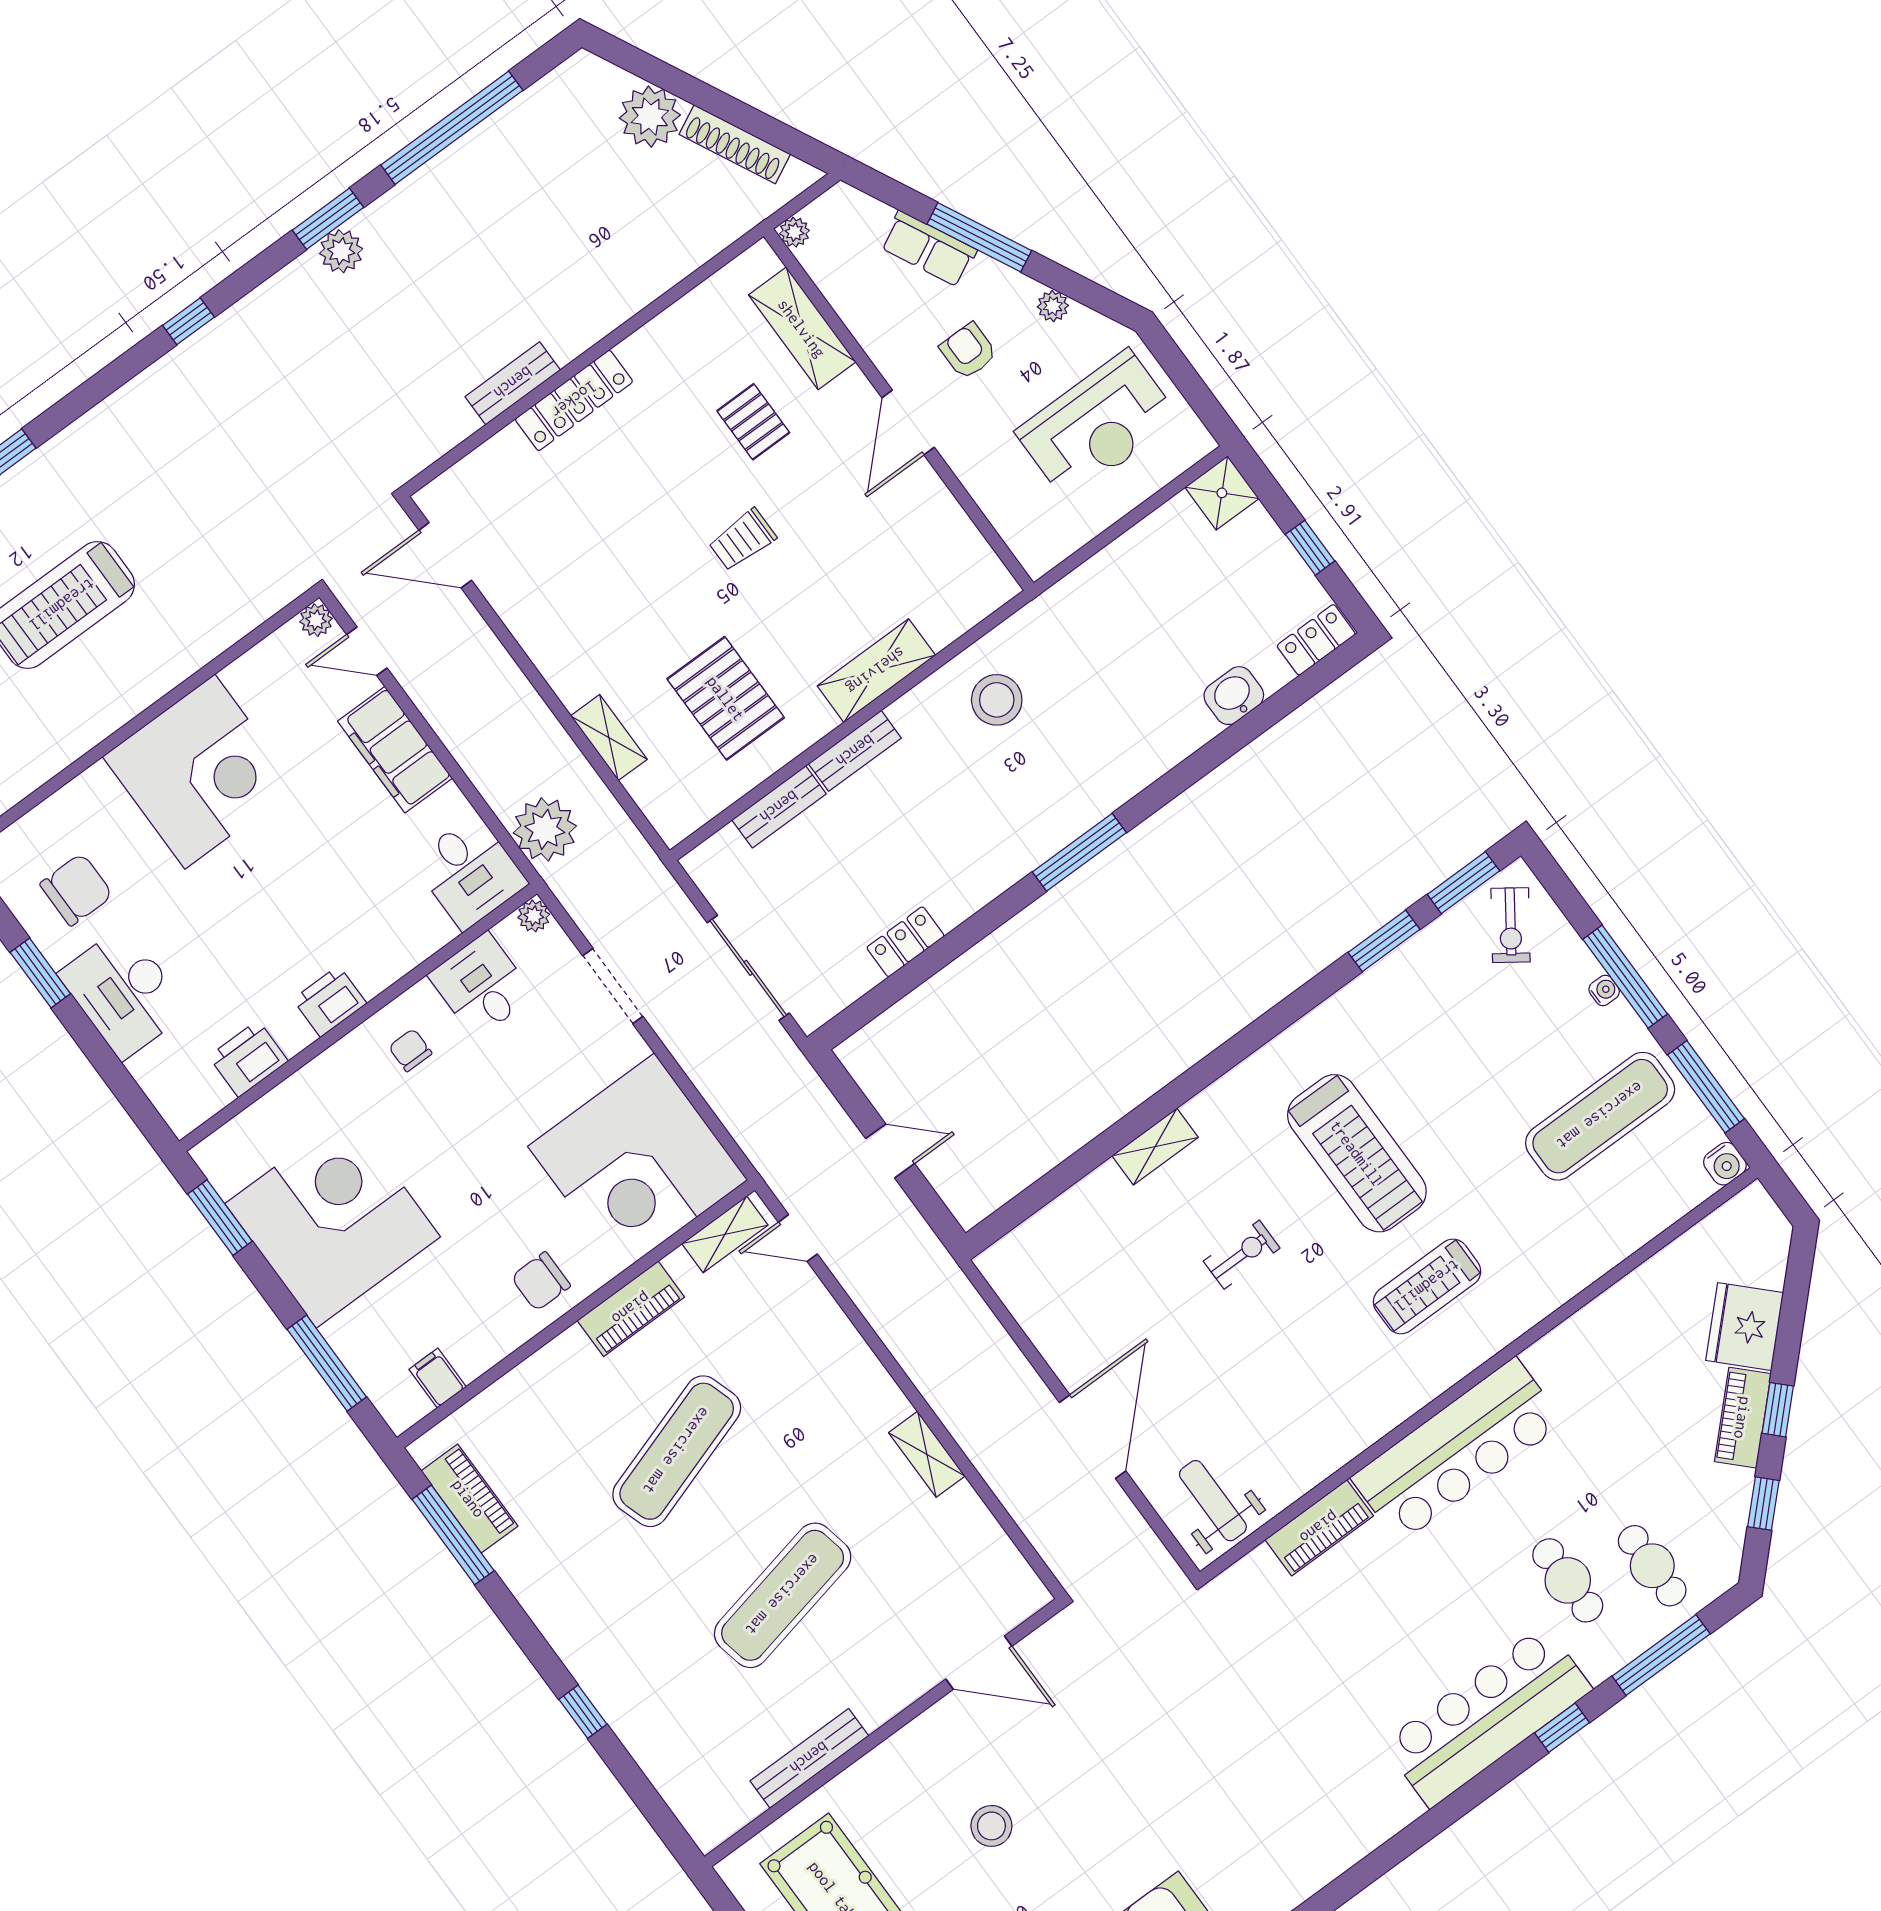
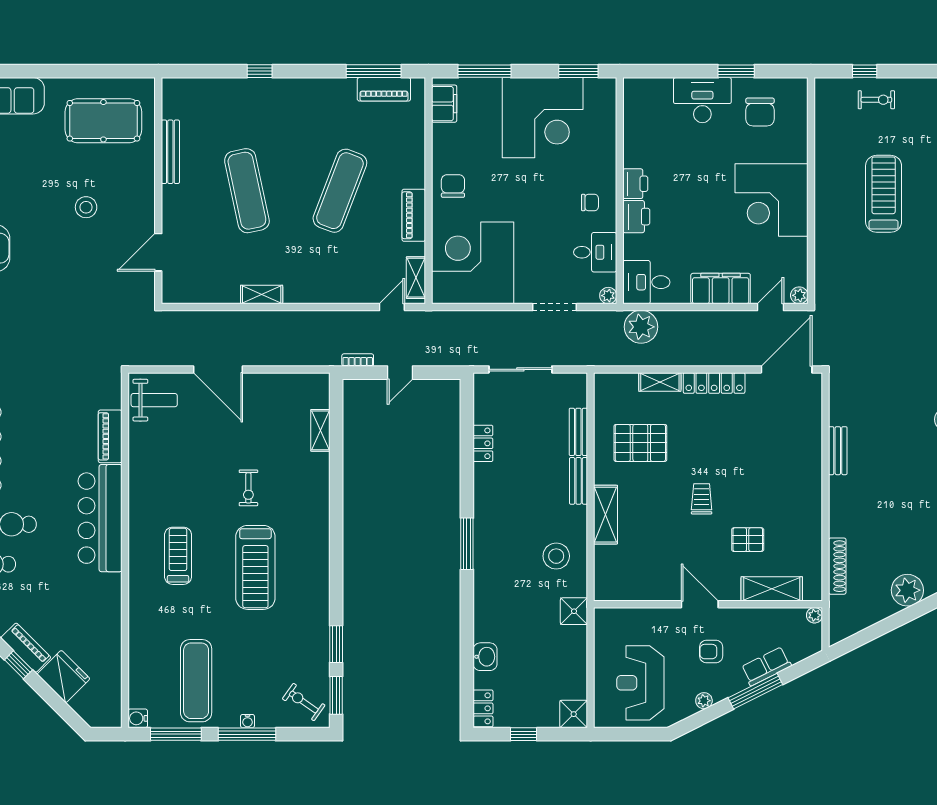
shoe rack: (735, 144) -> (837, 566), moved, turned 117
armchair: (968, 351) -> (711, 652), turned 180
locker: (574, 400) -> (714, 383), moved, turned -90
door: (445, 555) -> (787, 369), width x1.36
shower: (1062, 609) -> (574, 611), added
printer: (248, 1059) -> (636, 217), moved
shelving: (1155, 1147) -> (320, 430), moved
treadmill: (1357, 1153) -> (255, 567), turned -90
bookcase: (919, 1231) -> (358, 360), added
filing cabinet: (438, 1378) -> (444, 104), width x2.00
exercise mat: (677, 1451) -> (340, 191), turned 39

